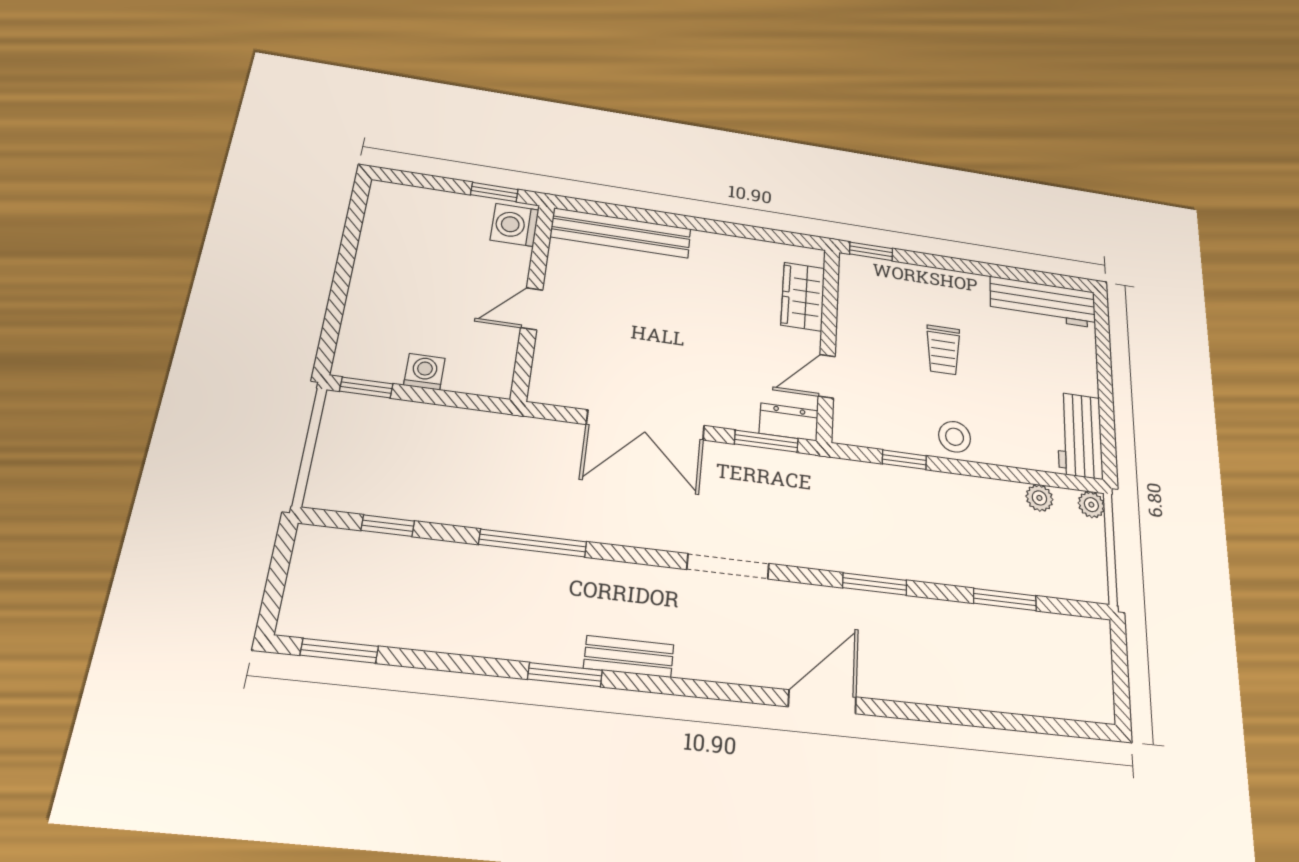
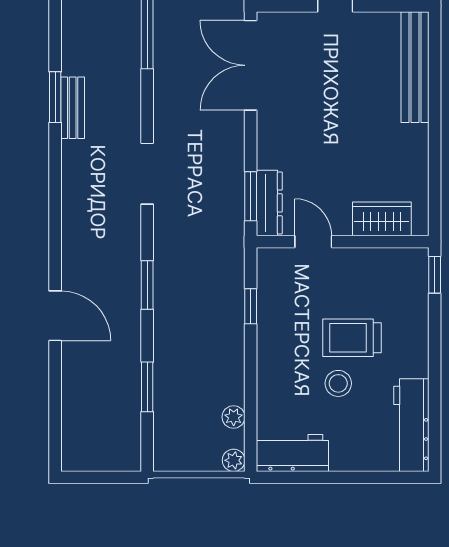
trolley: (943, 350) -> (352, 338), width x1.36, depth x1.39
dresser: (789, 422) -> (269, 203), width x1.44
double door: (646, 425) -> (251, 65), moved
stool: (955, 437) -> (338, 383), moved
window: (565, 675) -> (55, 97), moved
door: (822, 702) -> (55, 316), moved

